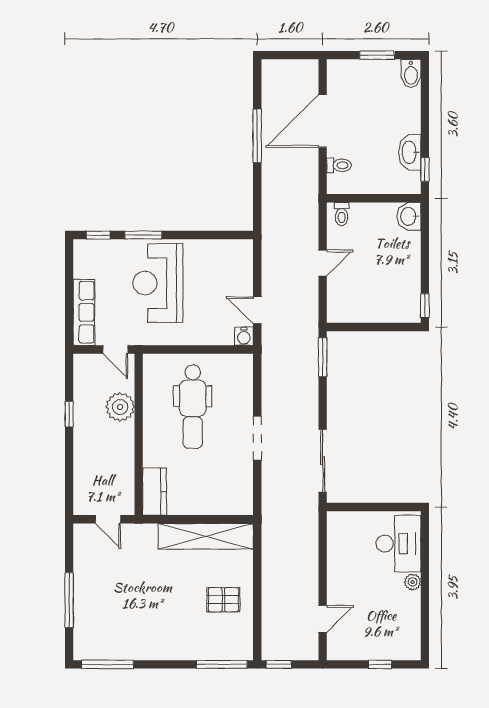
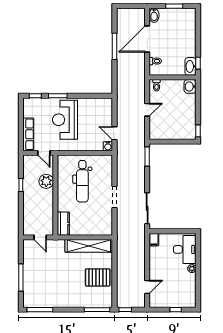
bidet: (411, 73) -> (154, 15), moved
washbasin: (410, 152) -> (190, 66), moved
filing cabinet: (336, 524) -> (154, 240), added
pallet: (223, 600) -> (98, 277), width x1.50, depth x1.42

